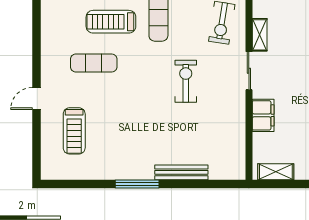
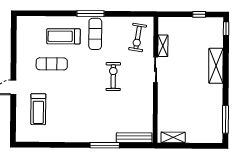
filing cabinet: (263, 115) -> (165, 100), removed
bench: (181, 172) -> (134, 138), moved
window: (137, 184) -> (105, 145), moved

